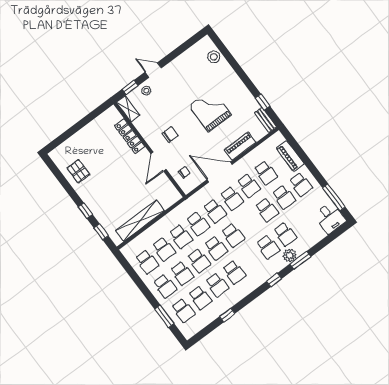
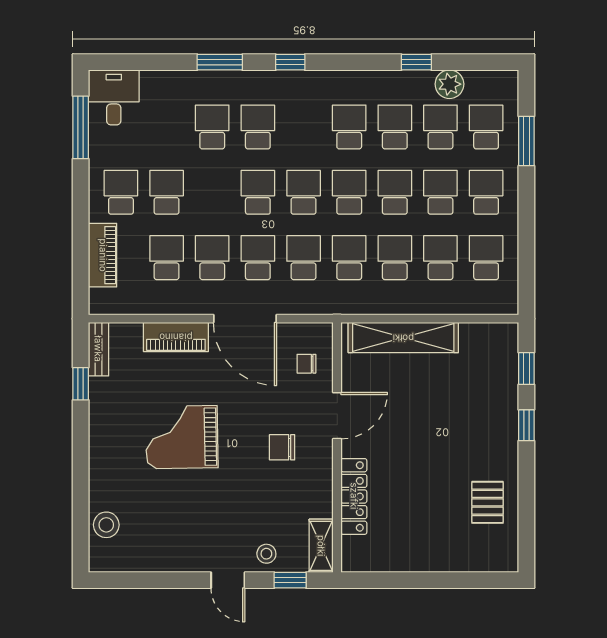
grand piano: (210, 110) -> (182, 437), turned 89
school desk: (267, 210) -> (258, 192), moved
shelving: (140, 221) -> (403, 338), moved
plant: (290, 256) -> (449, 84), moved

